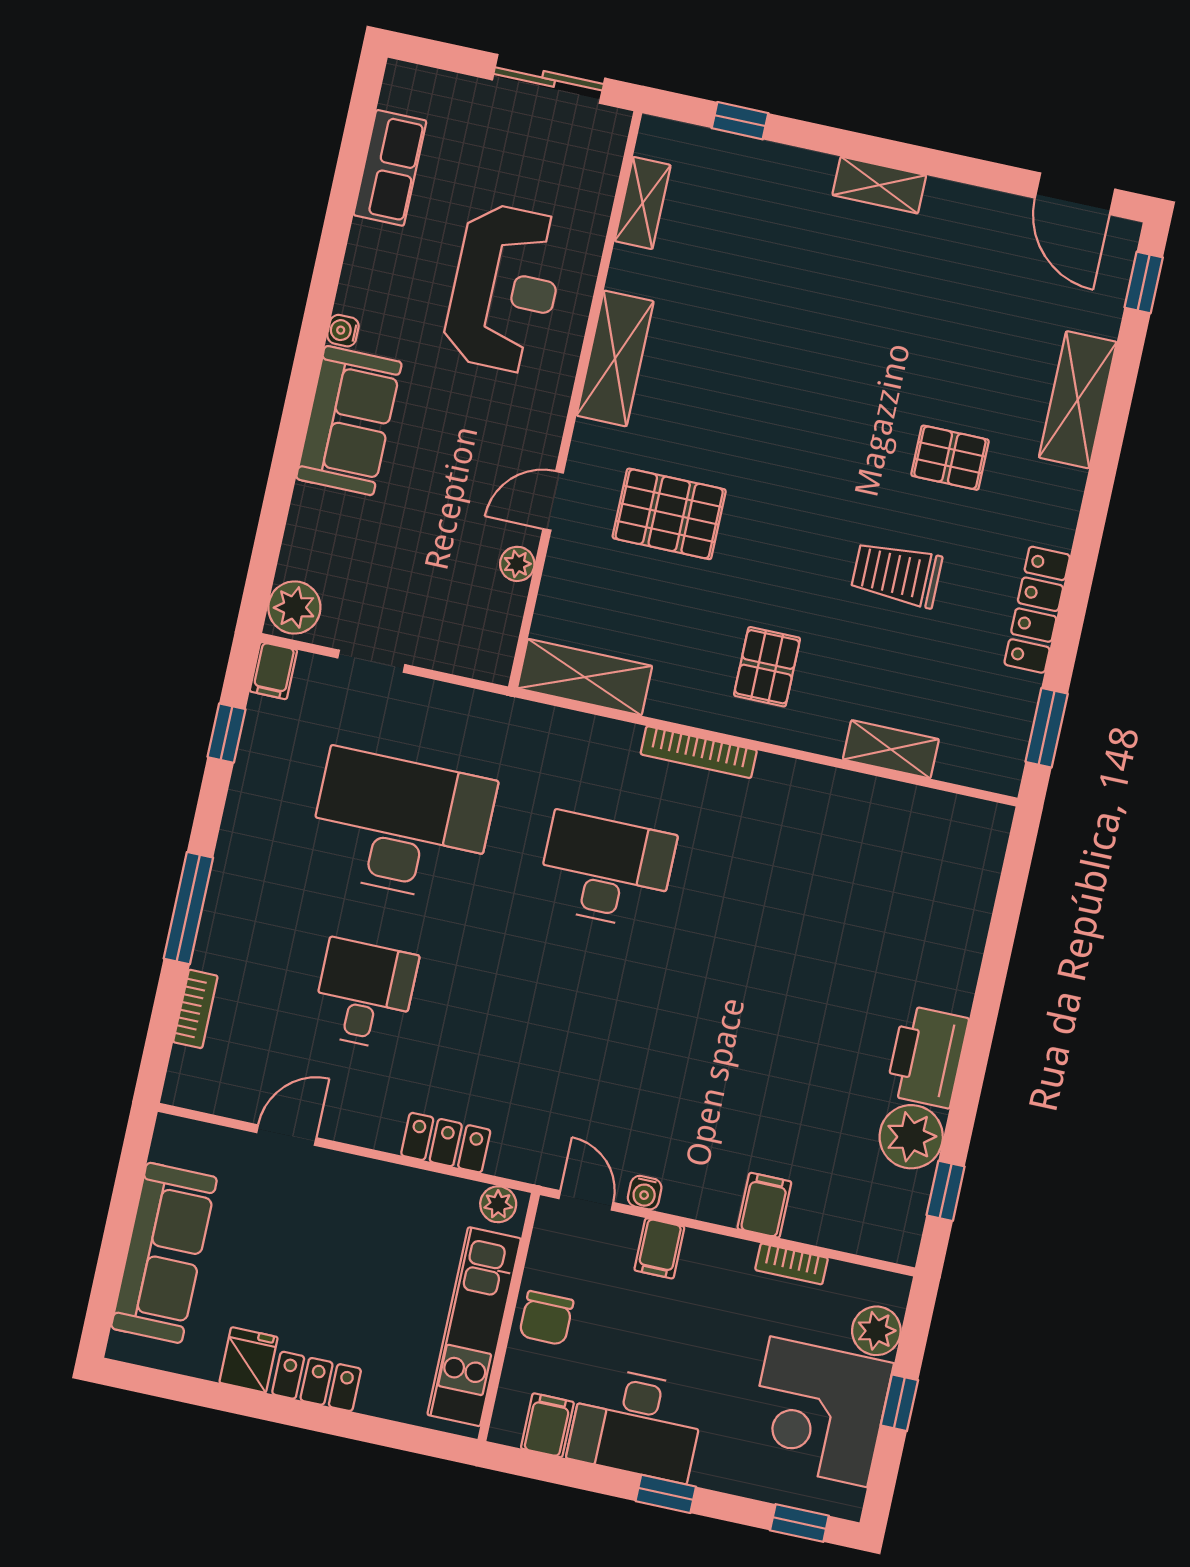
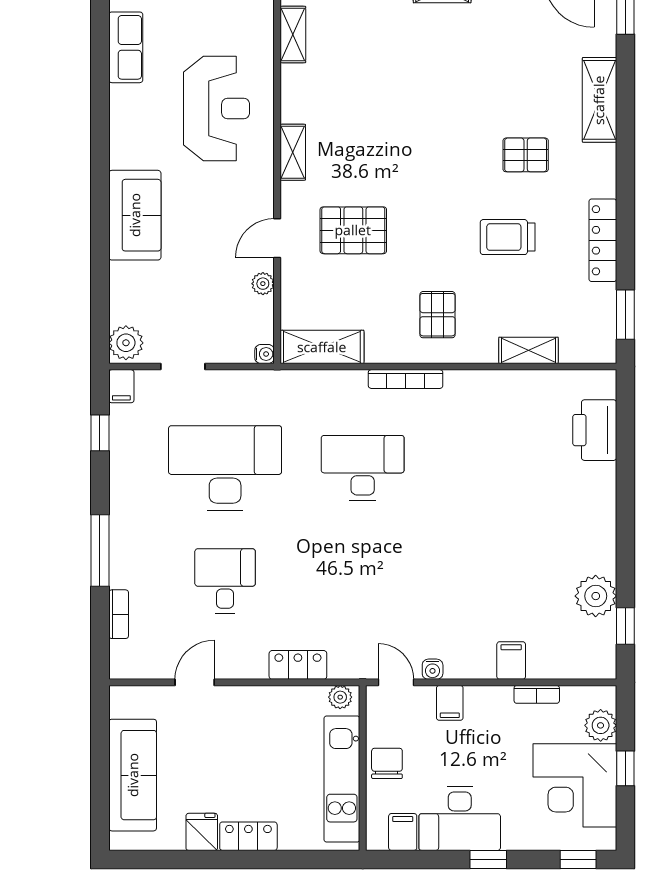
water cooler: (343, 331) -> (265, 354), moved, turned 180
shelving: (615, 358) -> (293, 152), width x0.67, depth x0.75
printer: (927, 1057) -> (595, 430), moved
chair: (546, 1318) -> (387, 763), turned 180

